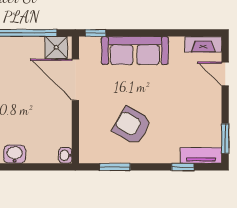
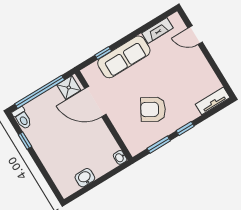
window: (95, 33) -> (103, 53), moved
fireplace: (203, 44) -> (157, 30), moved
window: (225, 138) -> (222, 79), removed
window: (183, 167) -> (185, 128), moved

